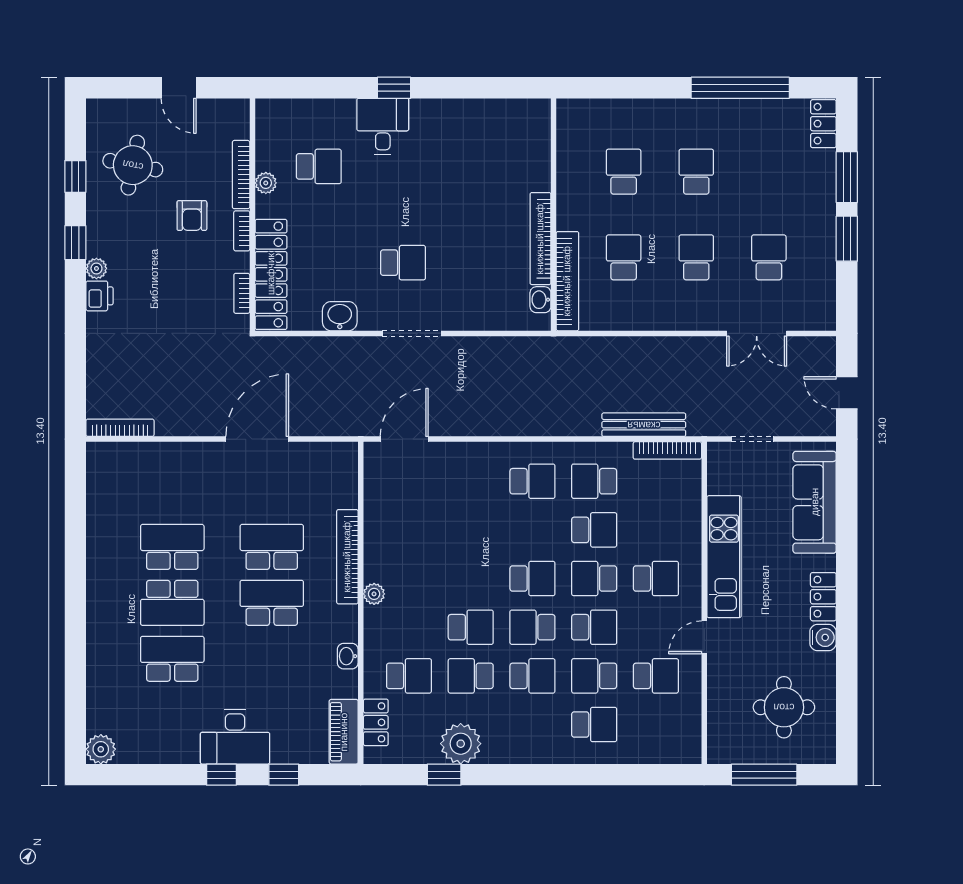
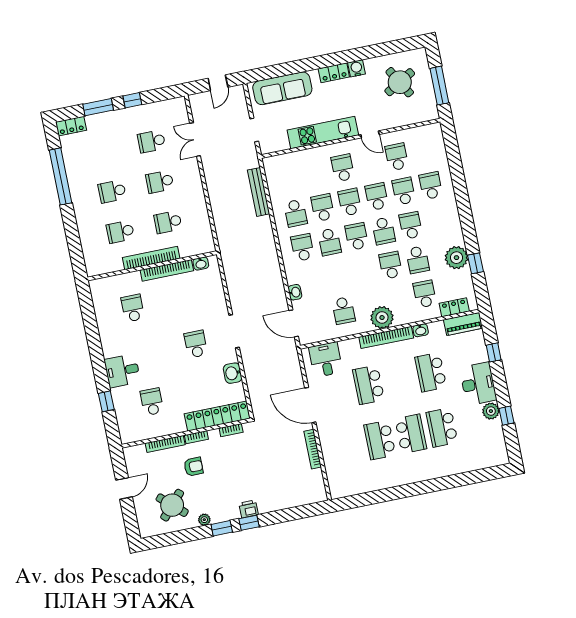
window: (394, 88) -> (106, 401), moved
round table: (133, 165) -> (172, 505), turned 31
school desk: (487, 166) -> (133, 308), added
window: (75, 176) -> (249, 523), moved
plant: (266, 183) -> (167, 429), removed
window: (847, 239) -> (132, 100), width x0.67
plant: (96, 268) -> (204, 520), moved
bookcase: (567, 281) -> (151, 258), moved
double door: (757, 333) -> (195, 140), swing flipped
bookcase: (120, 428) -> (313, 449), moved
bookcase: (667, 450) -> (270, 176), removed
washbasin: (458, 452) -> (295, 292), added
desk: (330, 482) -> (326, 360), added
school desk: (409, 530) -> (344, 311), added
school desk: (532, 530) -> (330, 242), added
bookcase: (347, 557) -> (386, 337), moved
school desk: (594, 579) -> (350, 202), turned 180
plant: (374, 594) -> (382, 318), width x1.87, depth x1.87
school desk: (272, 603) -> (431, 372), moved
school desk: (594, 676) -> (404, 191), turned 180
round table: (784, 707) -> (400, 82), turned -30
plant: (101, 749) -> (491, 411), moved
window: (221, 775) -> (506, 416), moved

